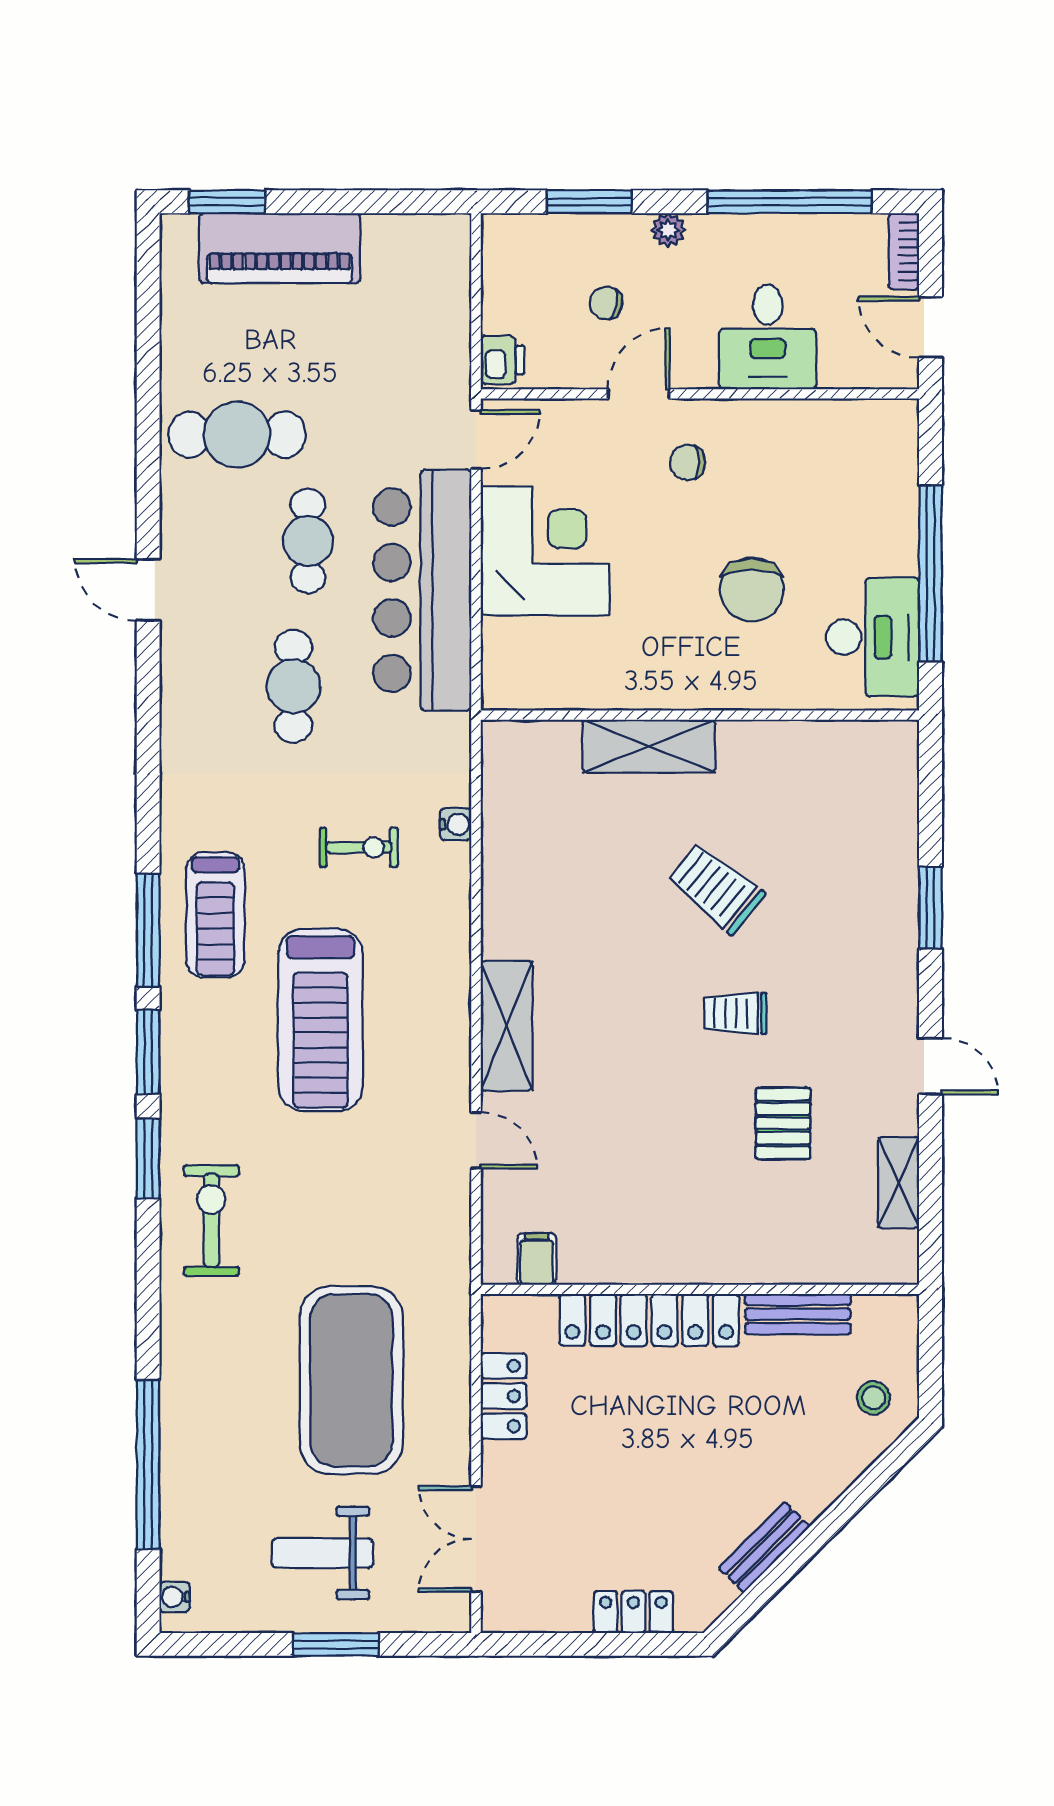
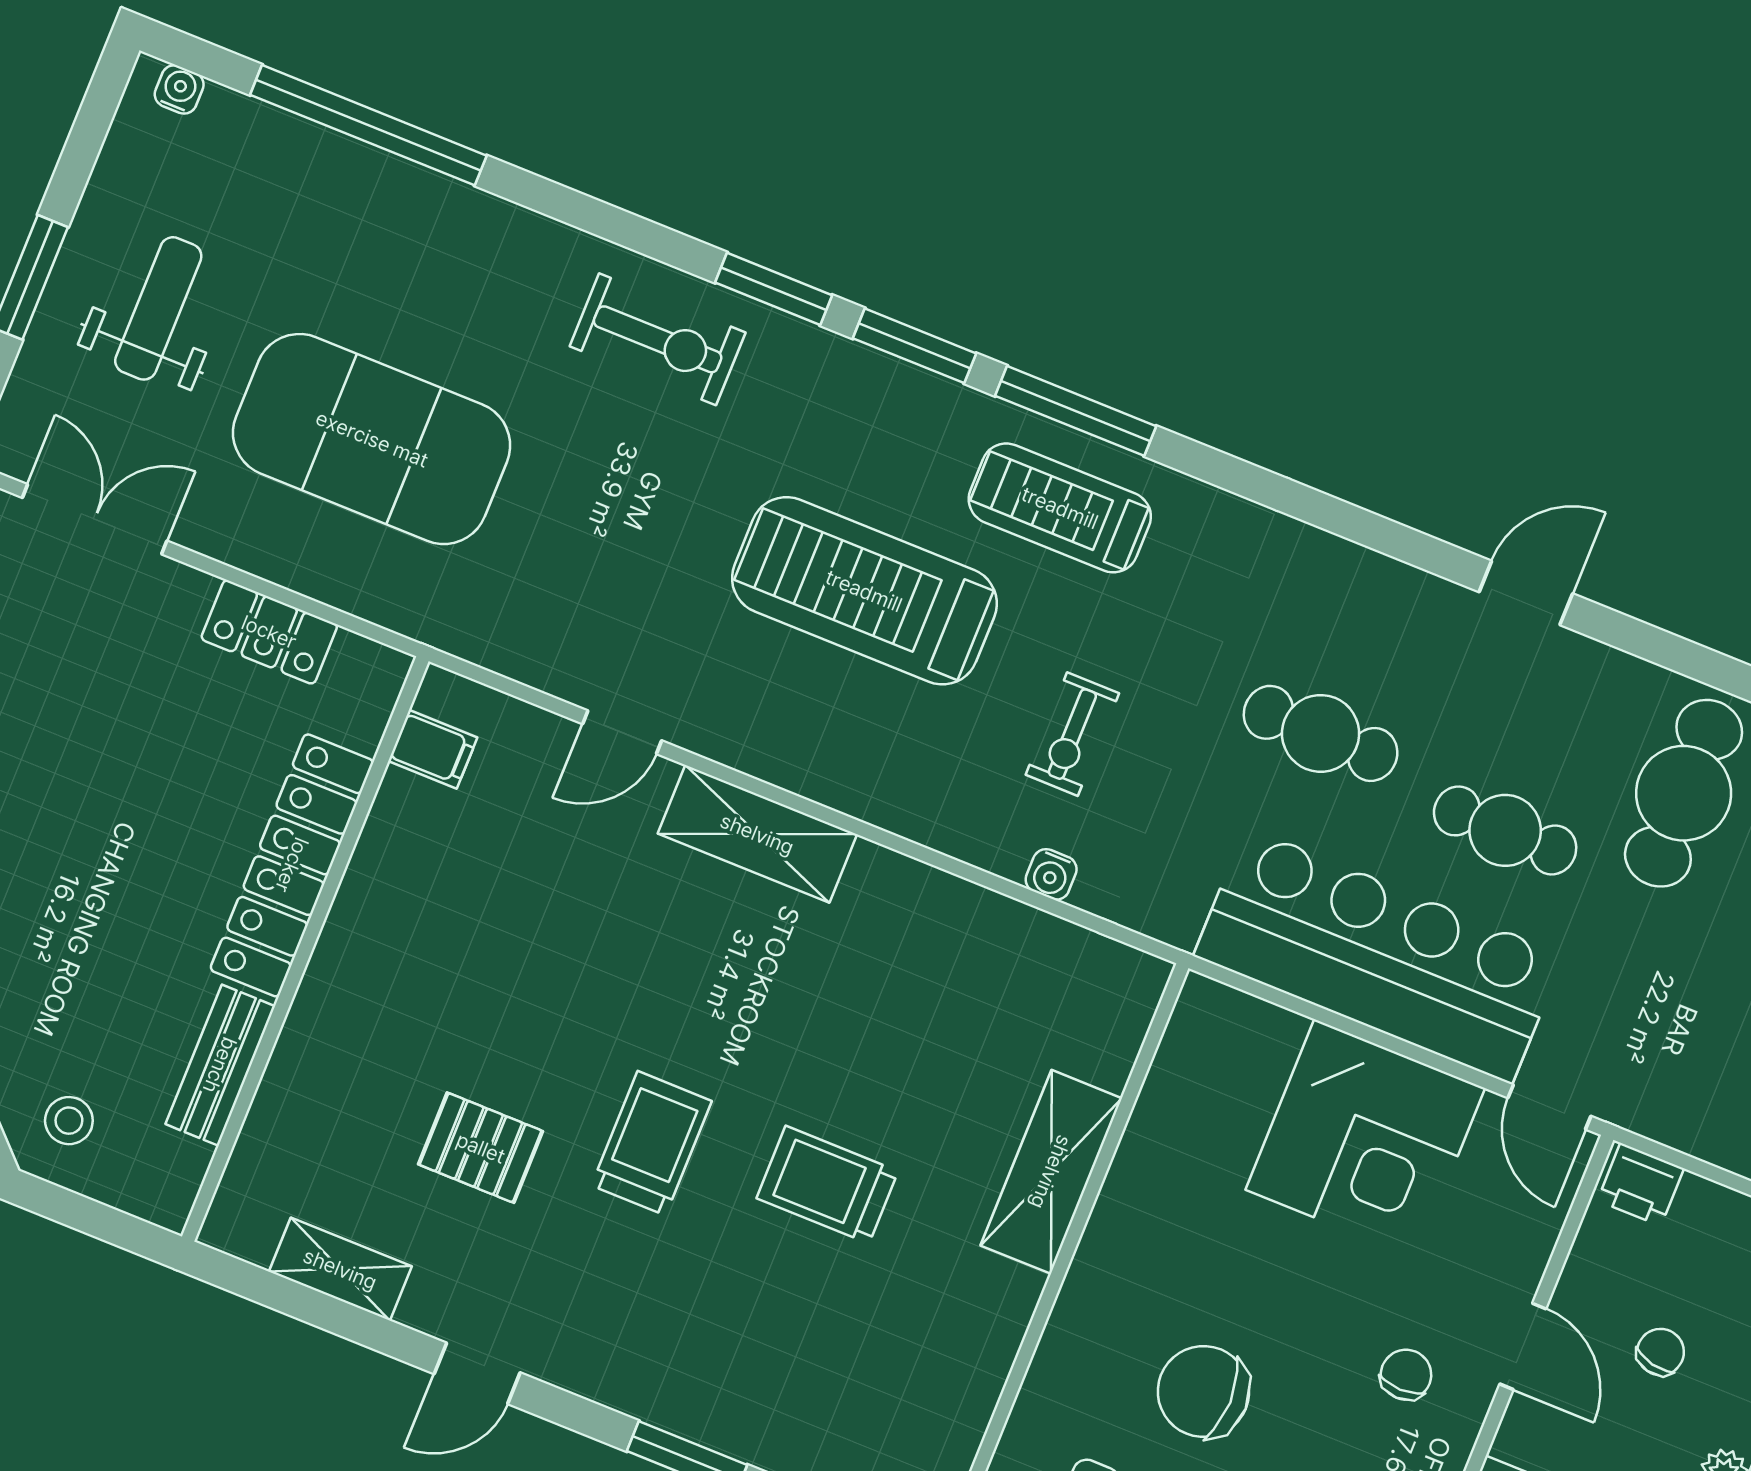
trolley: (716, 888) -> (827, 1185), turned -129
trolley: (735, 1013) -> (652, 1143), width x1.36, depth x1.39

